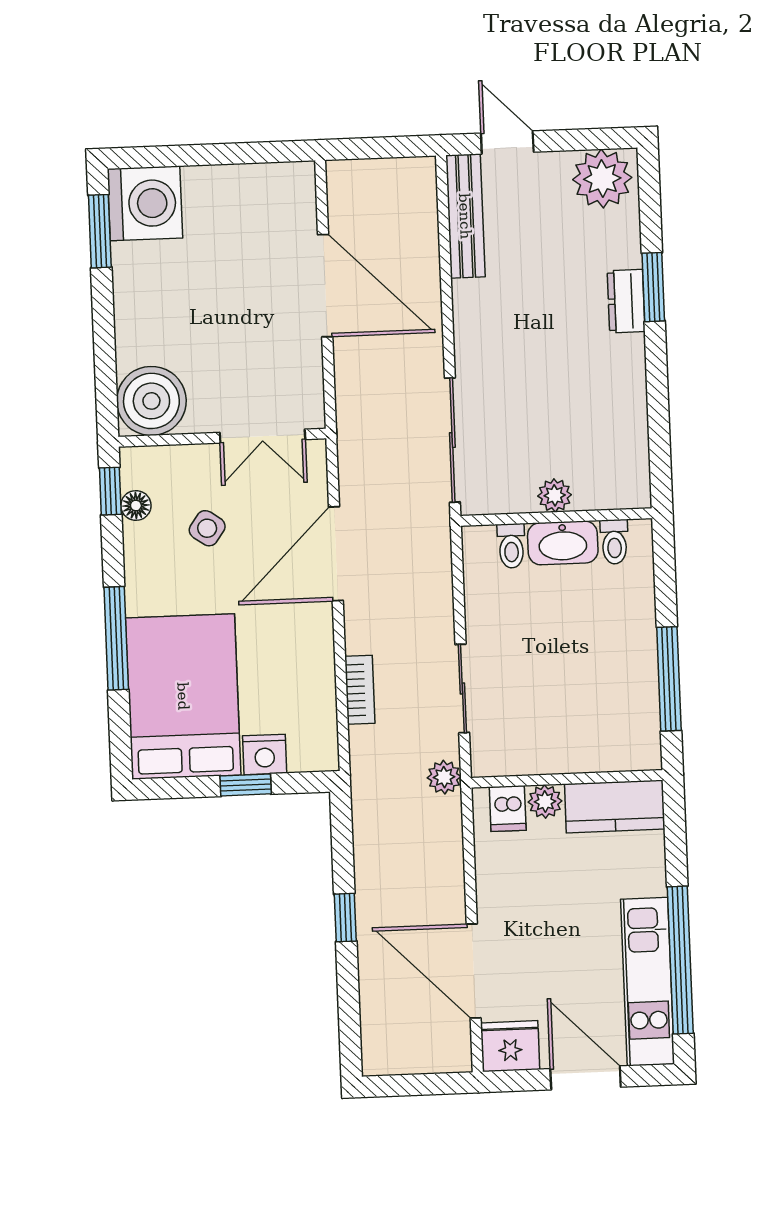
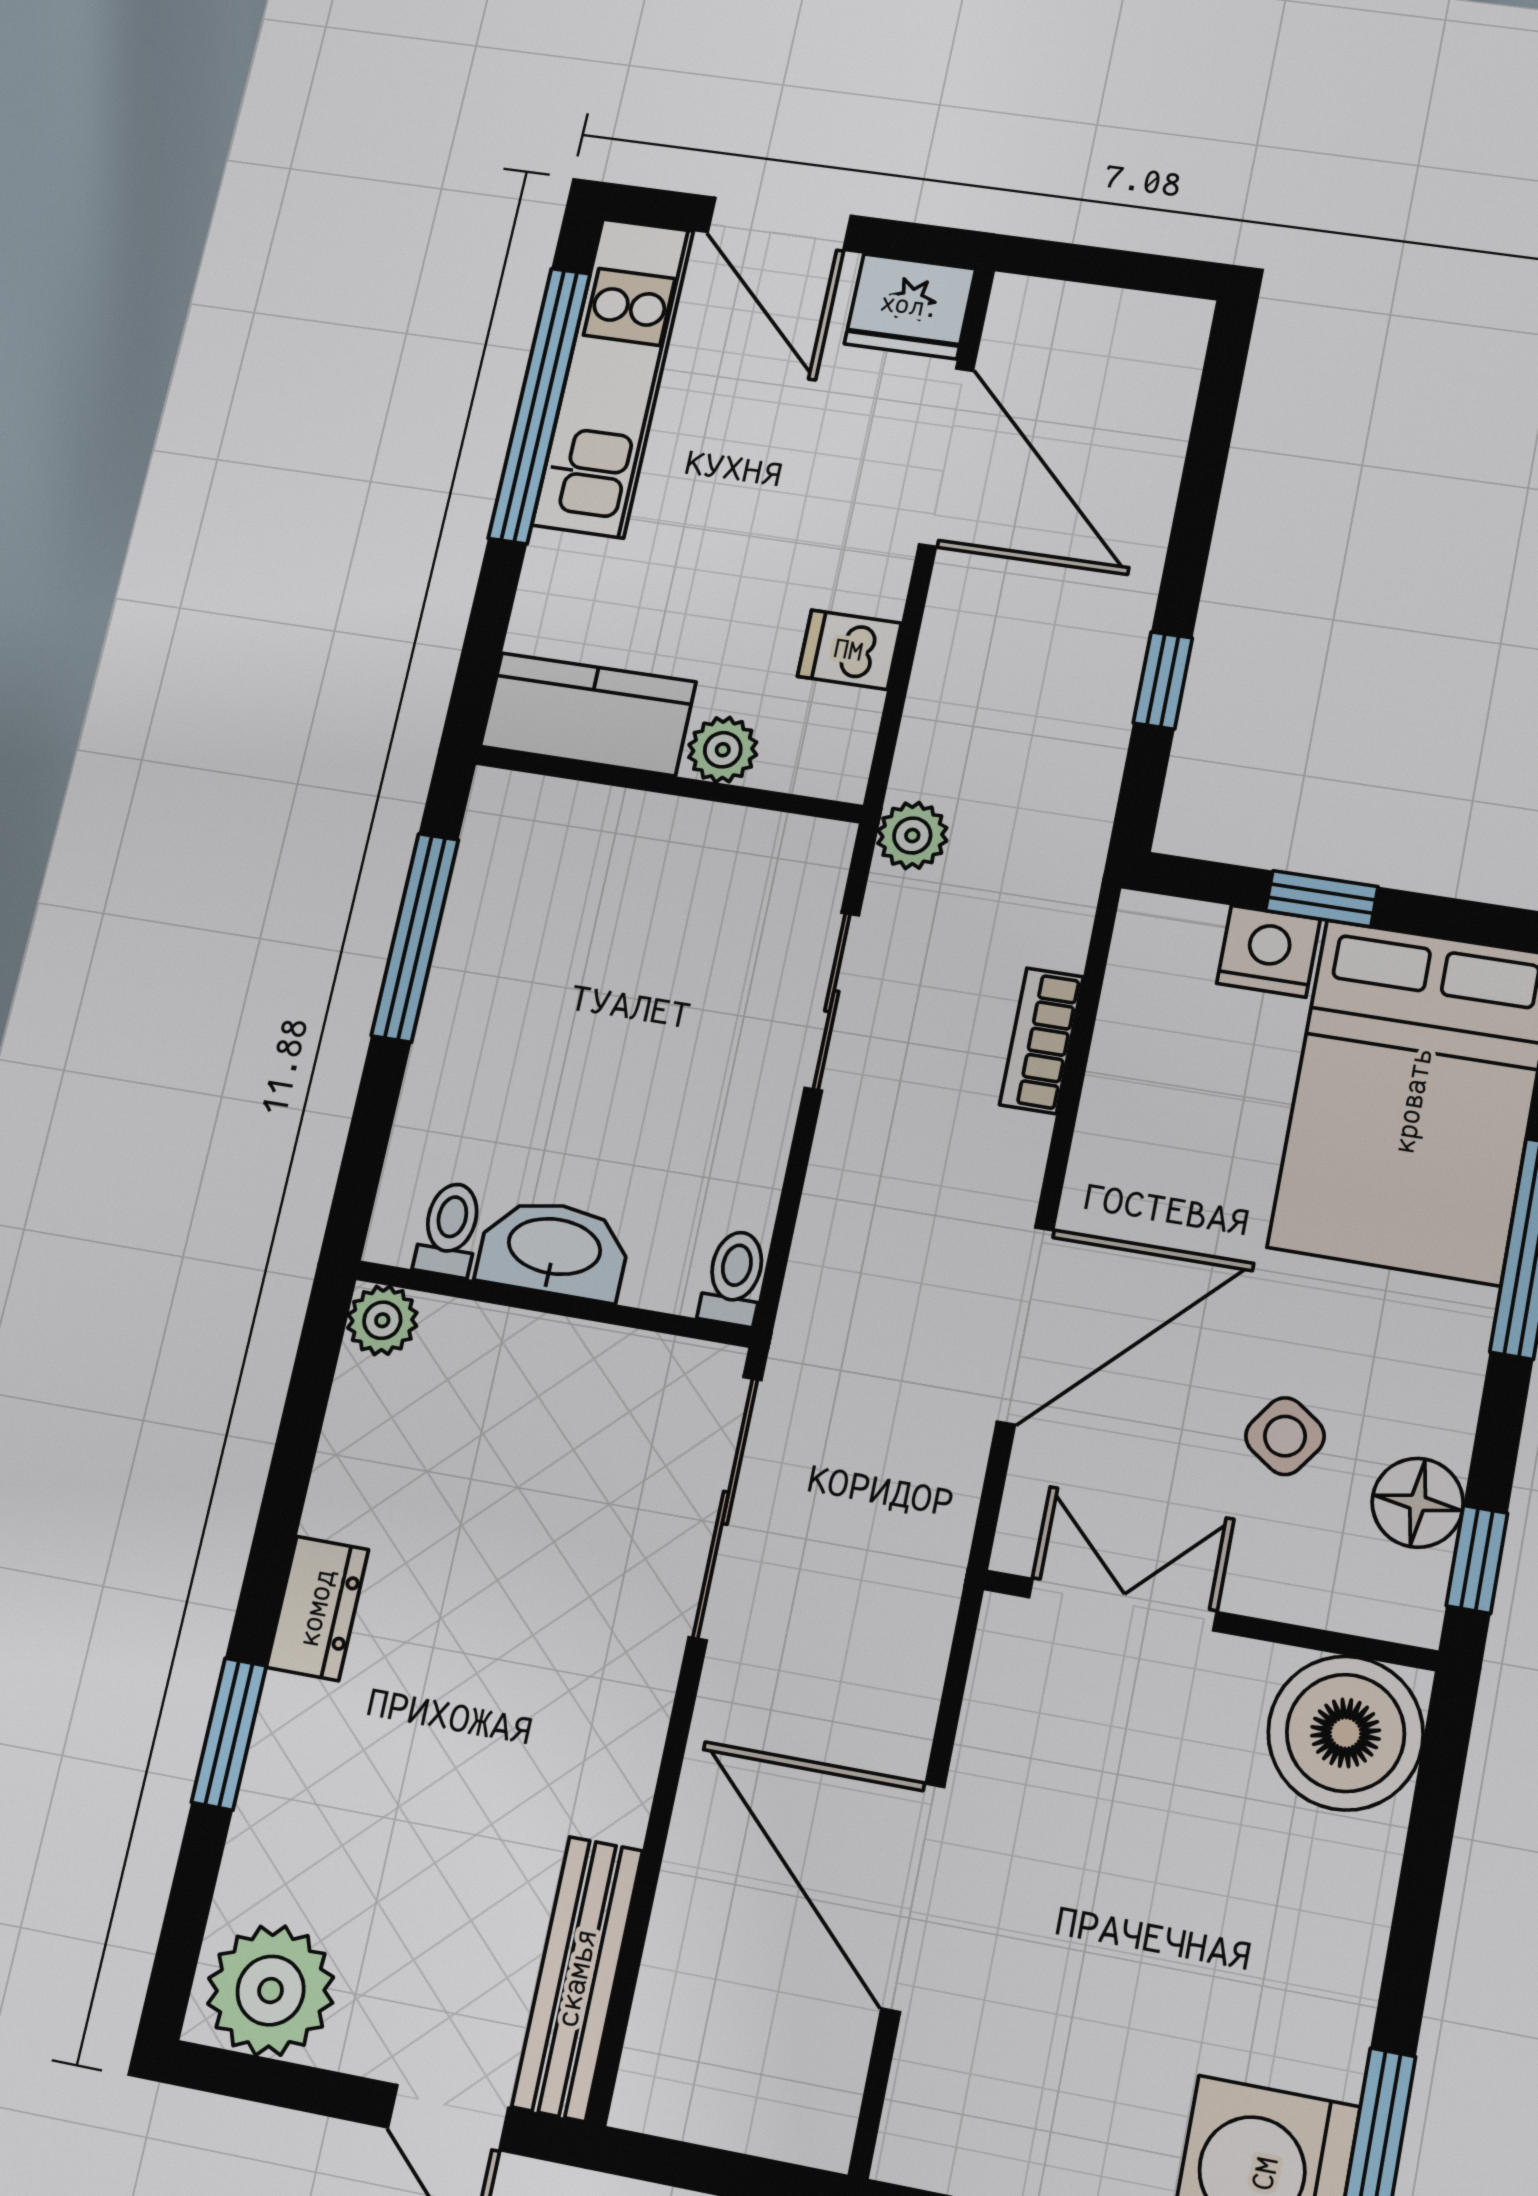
dresser: (626, 301) -> (317, 1608), moved
plant: (555, 495) -> (382, 1320), moved
floor lamp: (136, 505) -> (1418, 1503), width x1.37, depth x1.37
toilet: (511, 546) -> (734, 1278), moved
dishwasher: (508, 809) -> (849, 650), moved, turned -90
window: (345, 918) -> (1163, 680), moved

